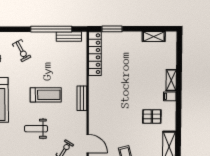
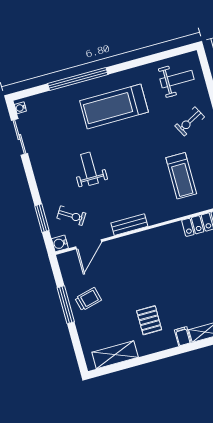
treadmill: (46, 95) -> (181, 176), moved
bench: (82, 98) -> (129, 225), moved

